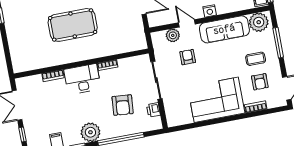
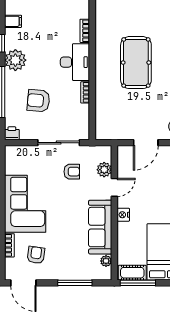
plant: (259, 22) -> (106, 261), width x0.53, depth x0.53
armchair: (188, 57) -> (72, 172), moved
coffee table: (256, 59) -> (62, 255), removed
armchair: (260, 82) -> (36, 255), turned 98
printer: (153, 110) -> (12, 133), moved

